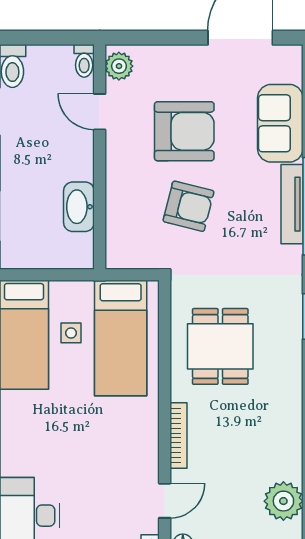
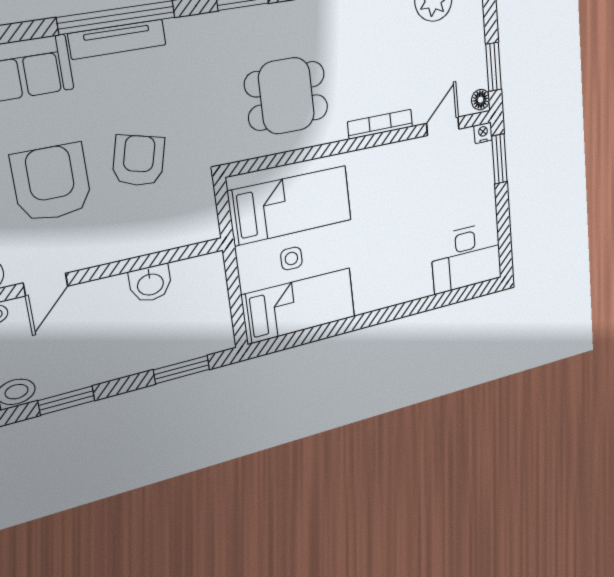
washbasin: (79, 207) -> (150, 284), width x0.72
door: (165, 501) -> (443, 126), hinge flipped

